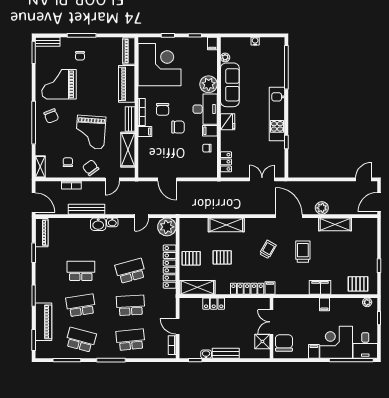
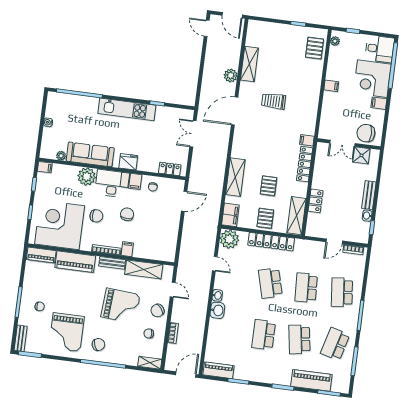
chair: (163, 109) -> (96, 216), moved
door: (167, 179) -> (184, 201), moved
bench: (86, 209) -> (200, 320), removed
trolley: (268, 249) -> (267, 137), removed
filing cabinet: (320, 287) -> (230, 215), moved, turned 180

